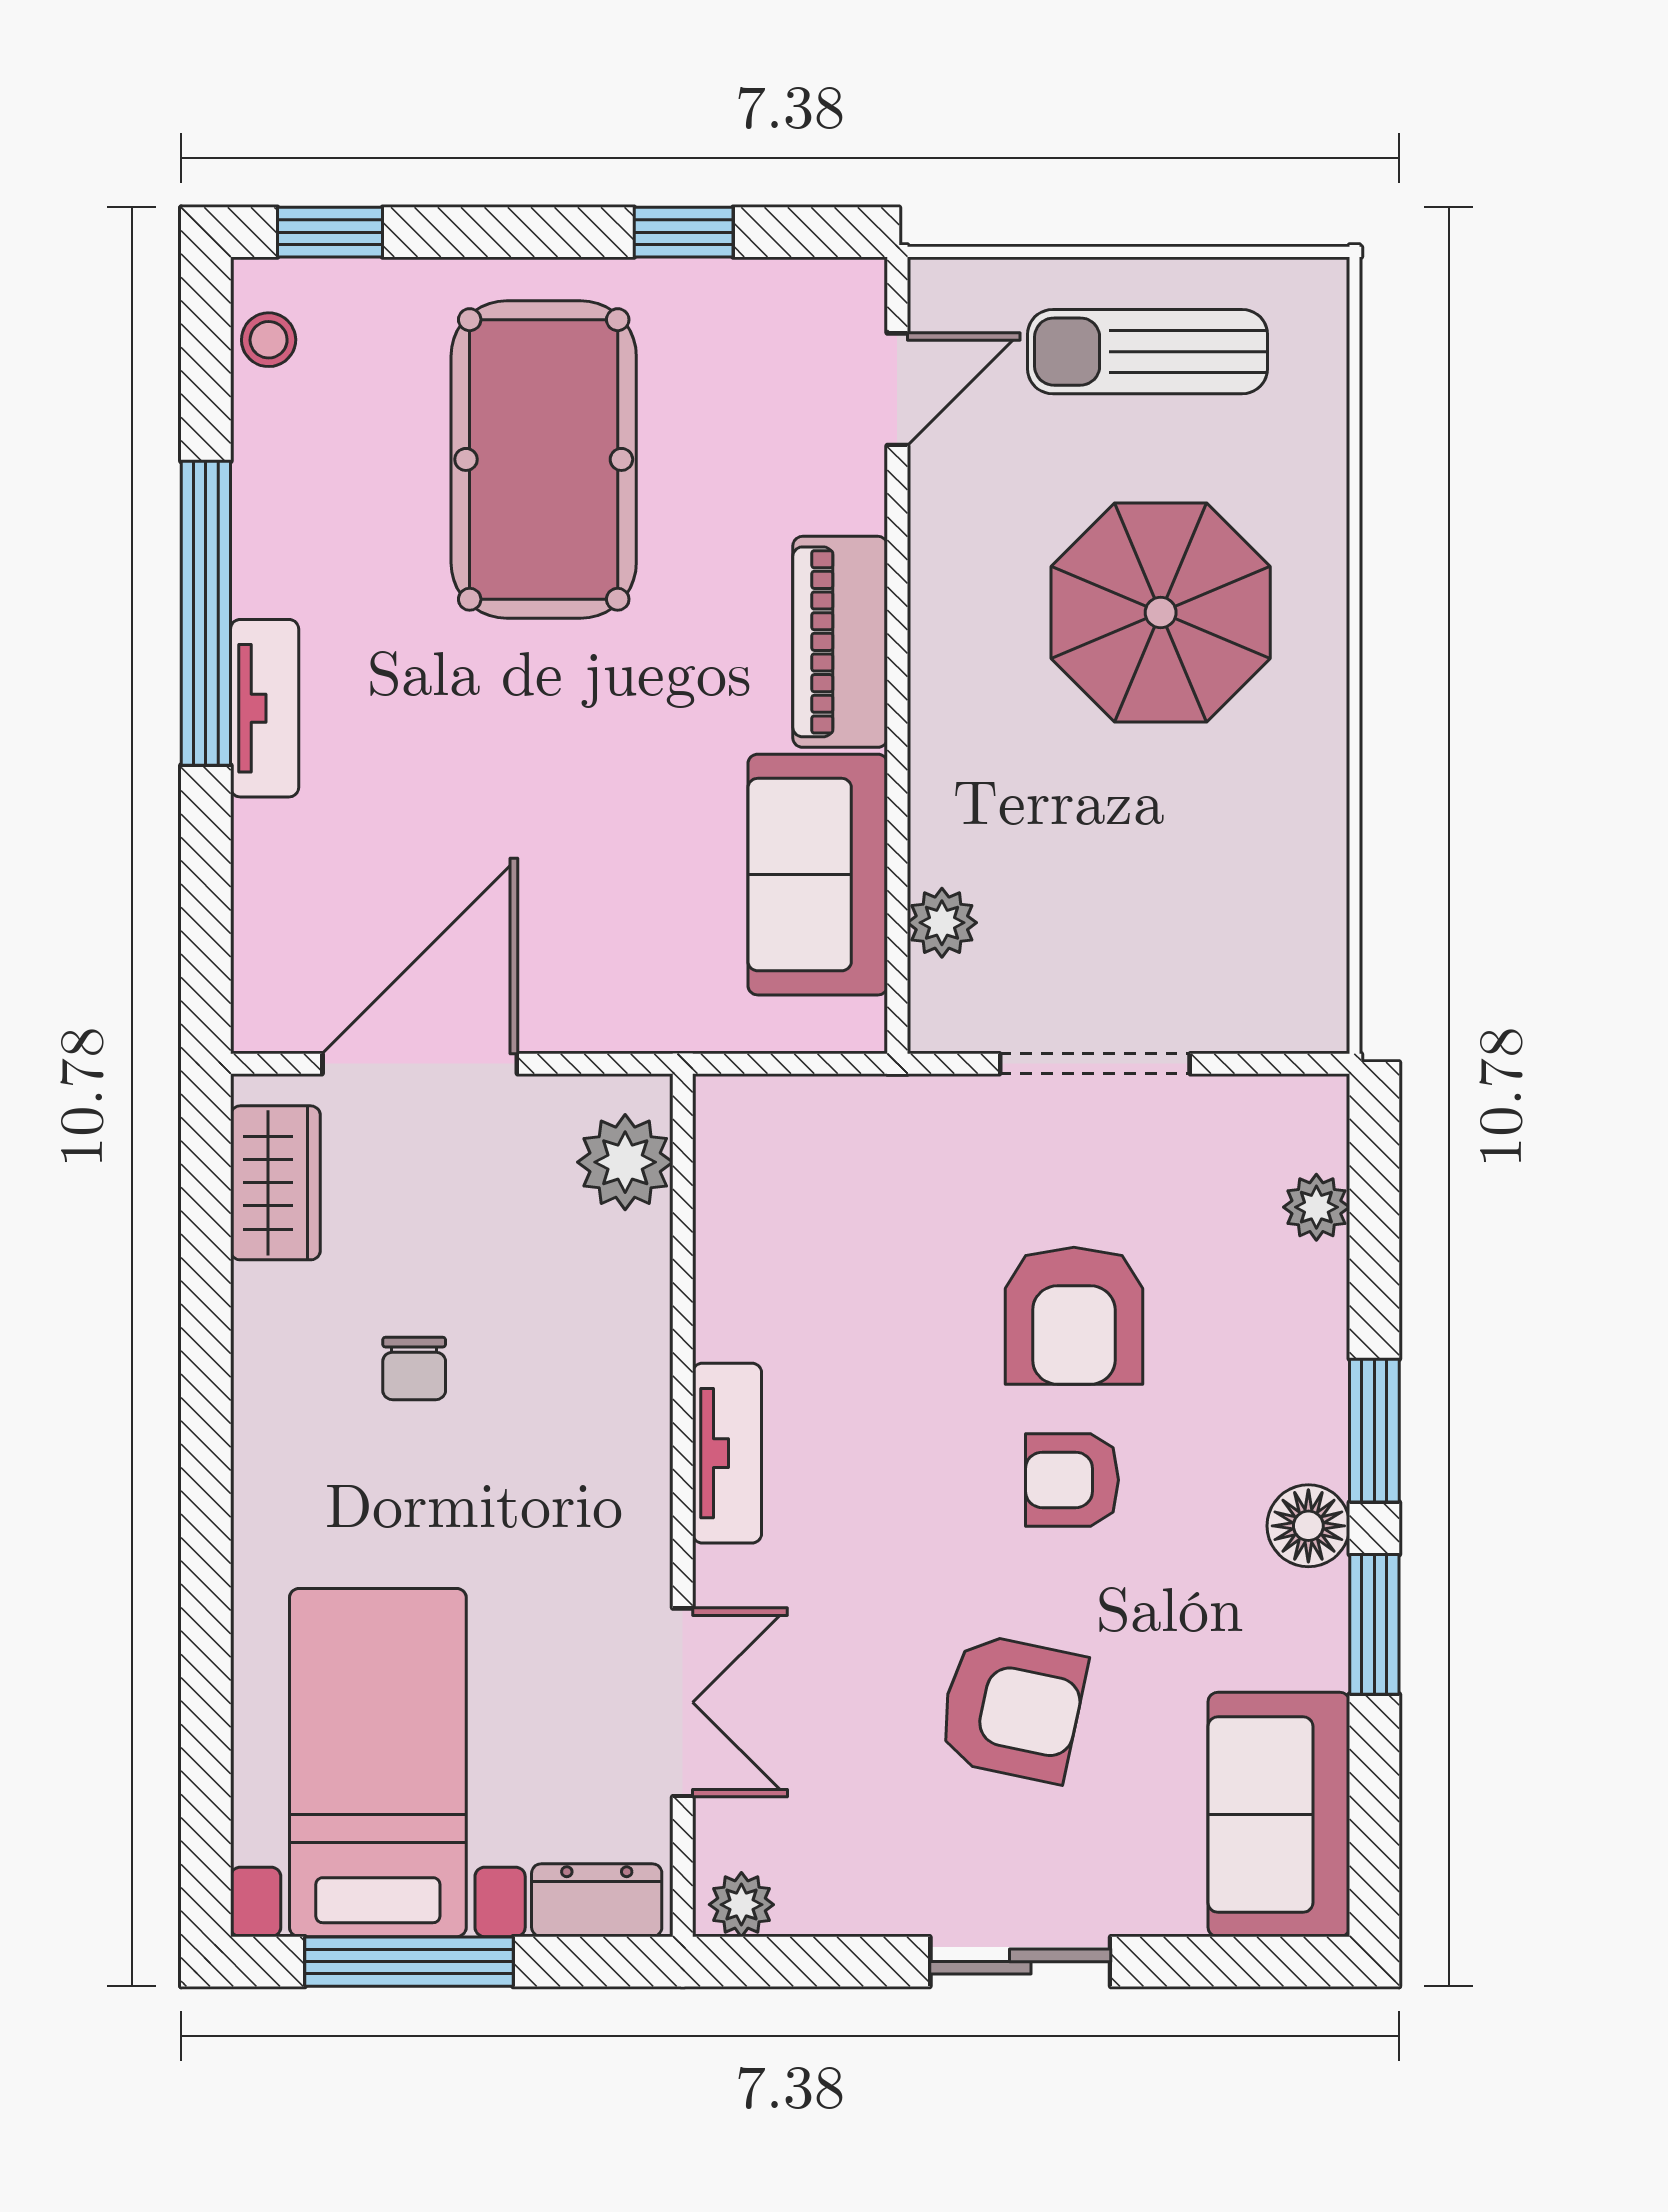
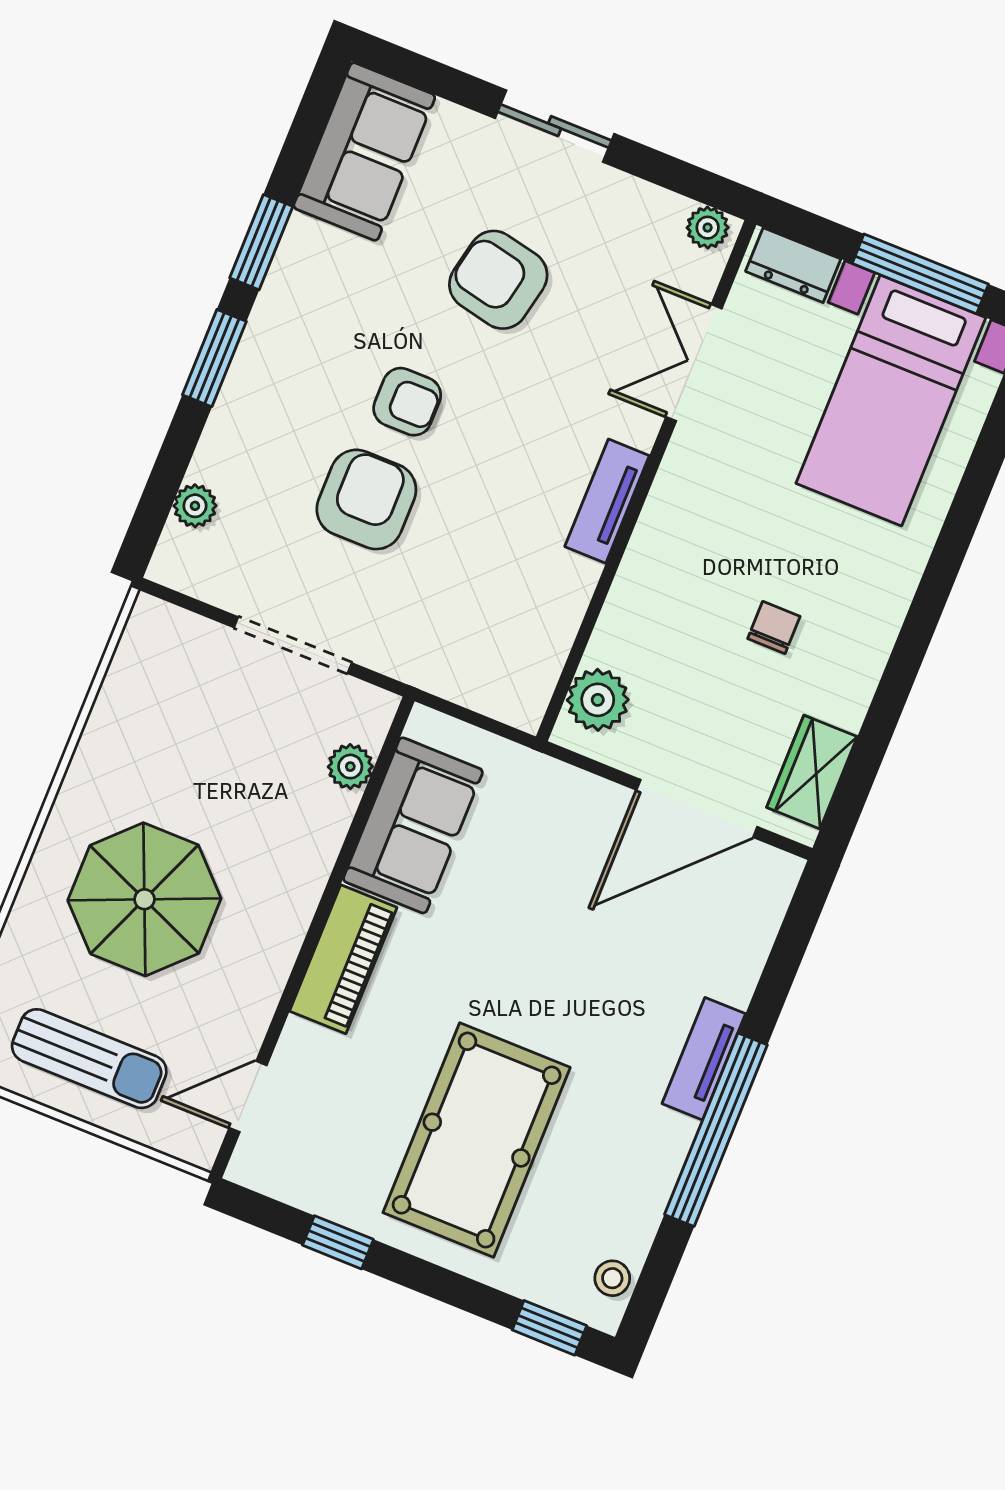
floor lamp: (1308, 1526) -> (277, 317), removed

